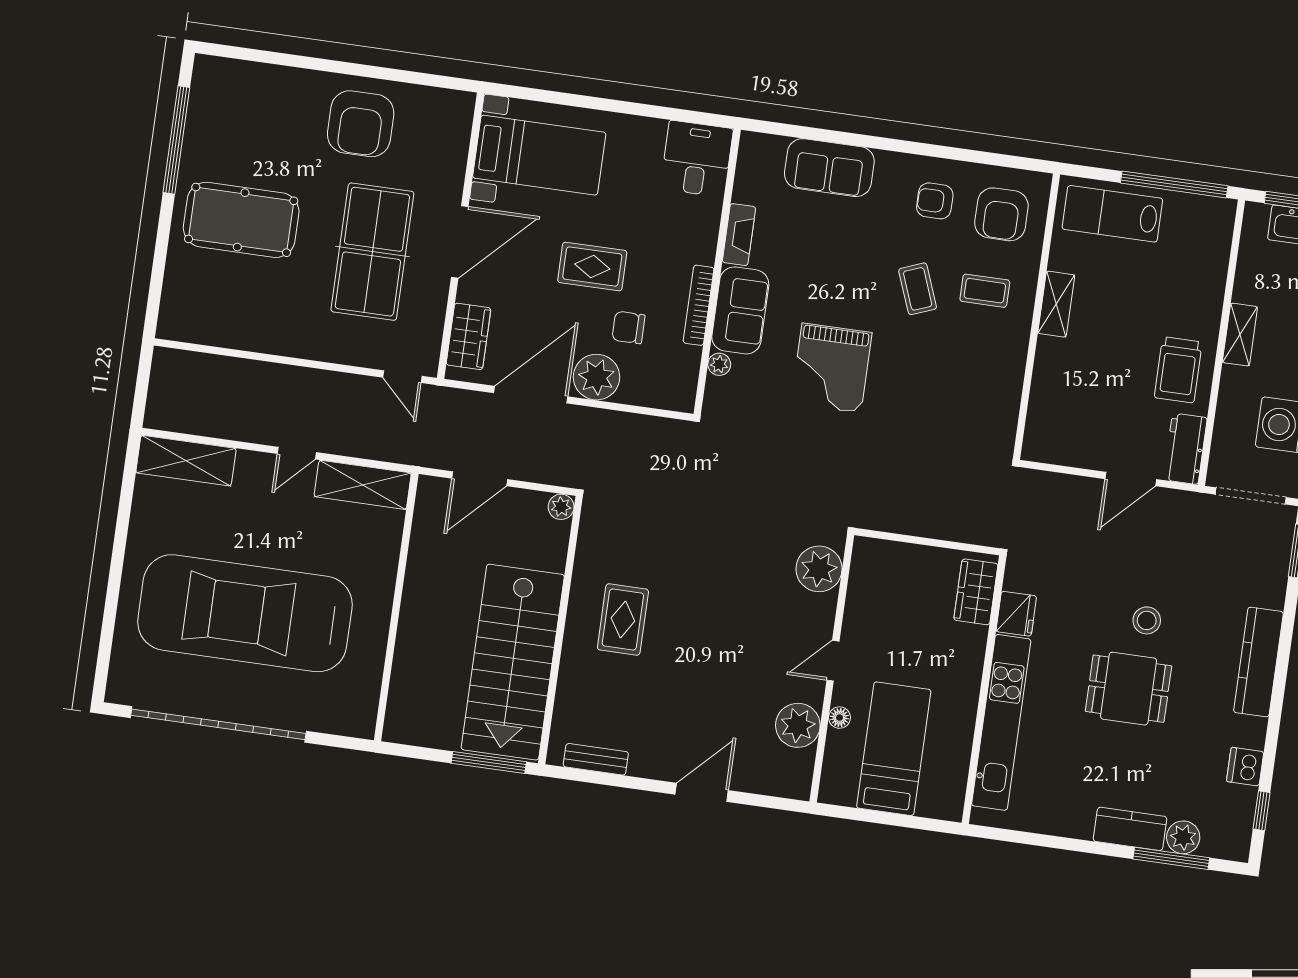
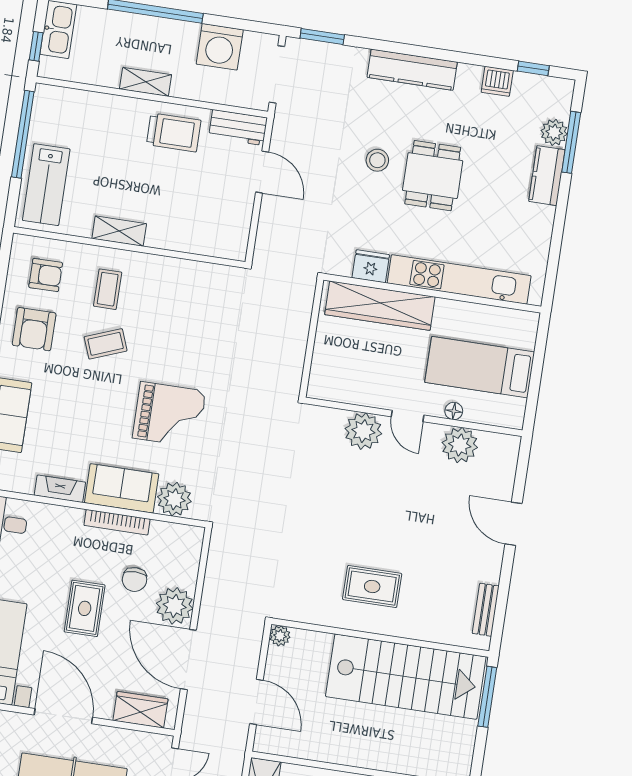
armchair: (935, 201) -> (34, 329), width x1.38, depth x1.38
armchair: (1001, 214) -> (46, 275), width x0.72, depth x0.72
plant: (719, 364) -> (174, 499), width x1.87, depth x1.87
plant: (819, 569) -> (363, 431), moved
wardrobe: (976, 592) -> (380, 306), width x2.10, depth x1.17

